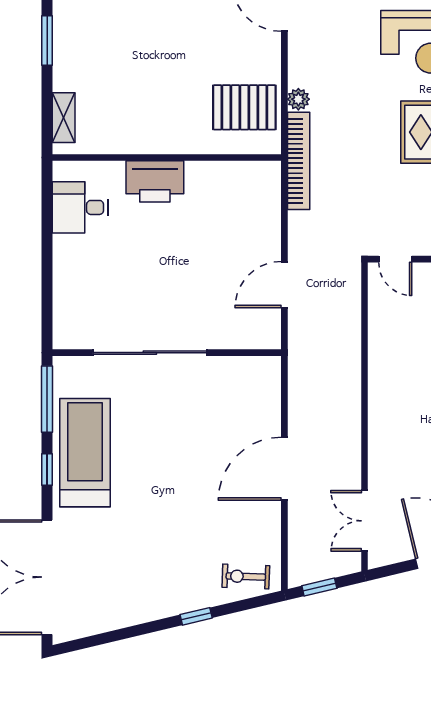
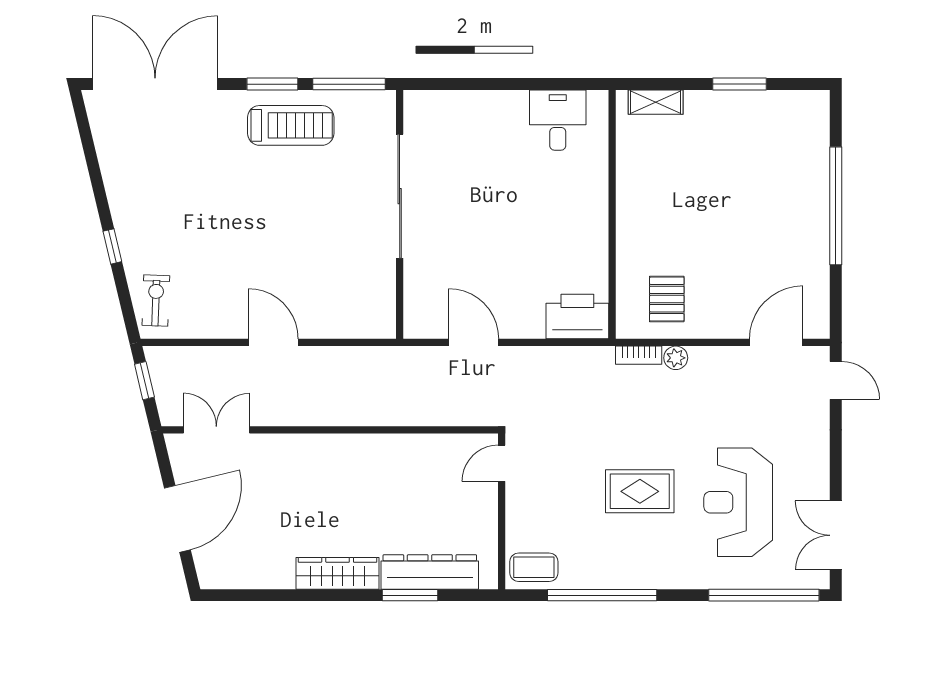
pallet: (244, 107) -> (667, 299), width x0.67, depth x0.71
bookcase: (299, 161) -> (639, 355), width x0.43, depth x0.76
printer: (155, 181) -> (577, 317), moved, turned 90
treadmill: (85, 453) -> (291, 125), width x0.73, depth x0.73
window: (47, 469) -> (272, 84), width x1.50
door: (284, 469) -> (273, 342), width x0.73

